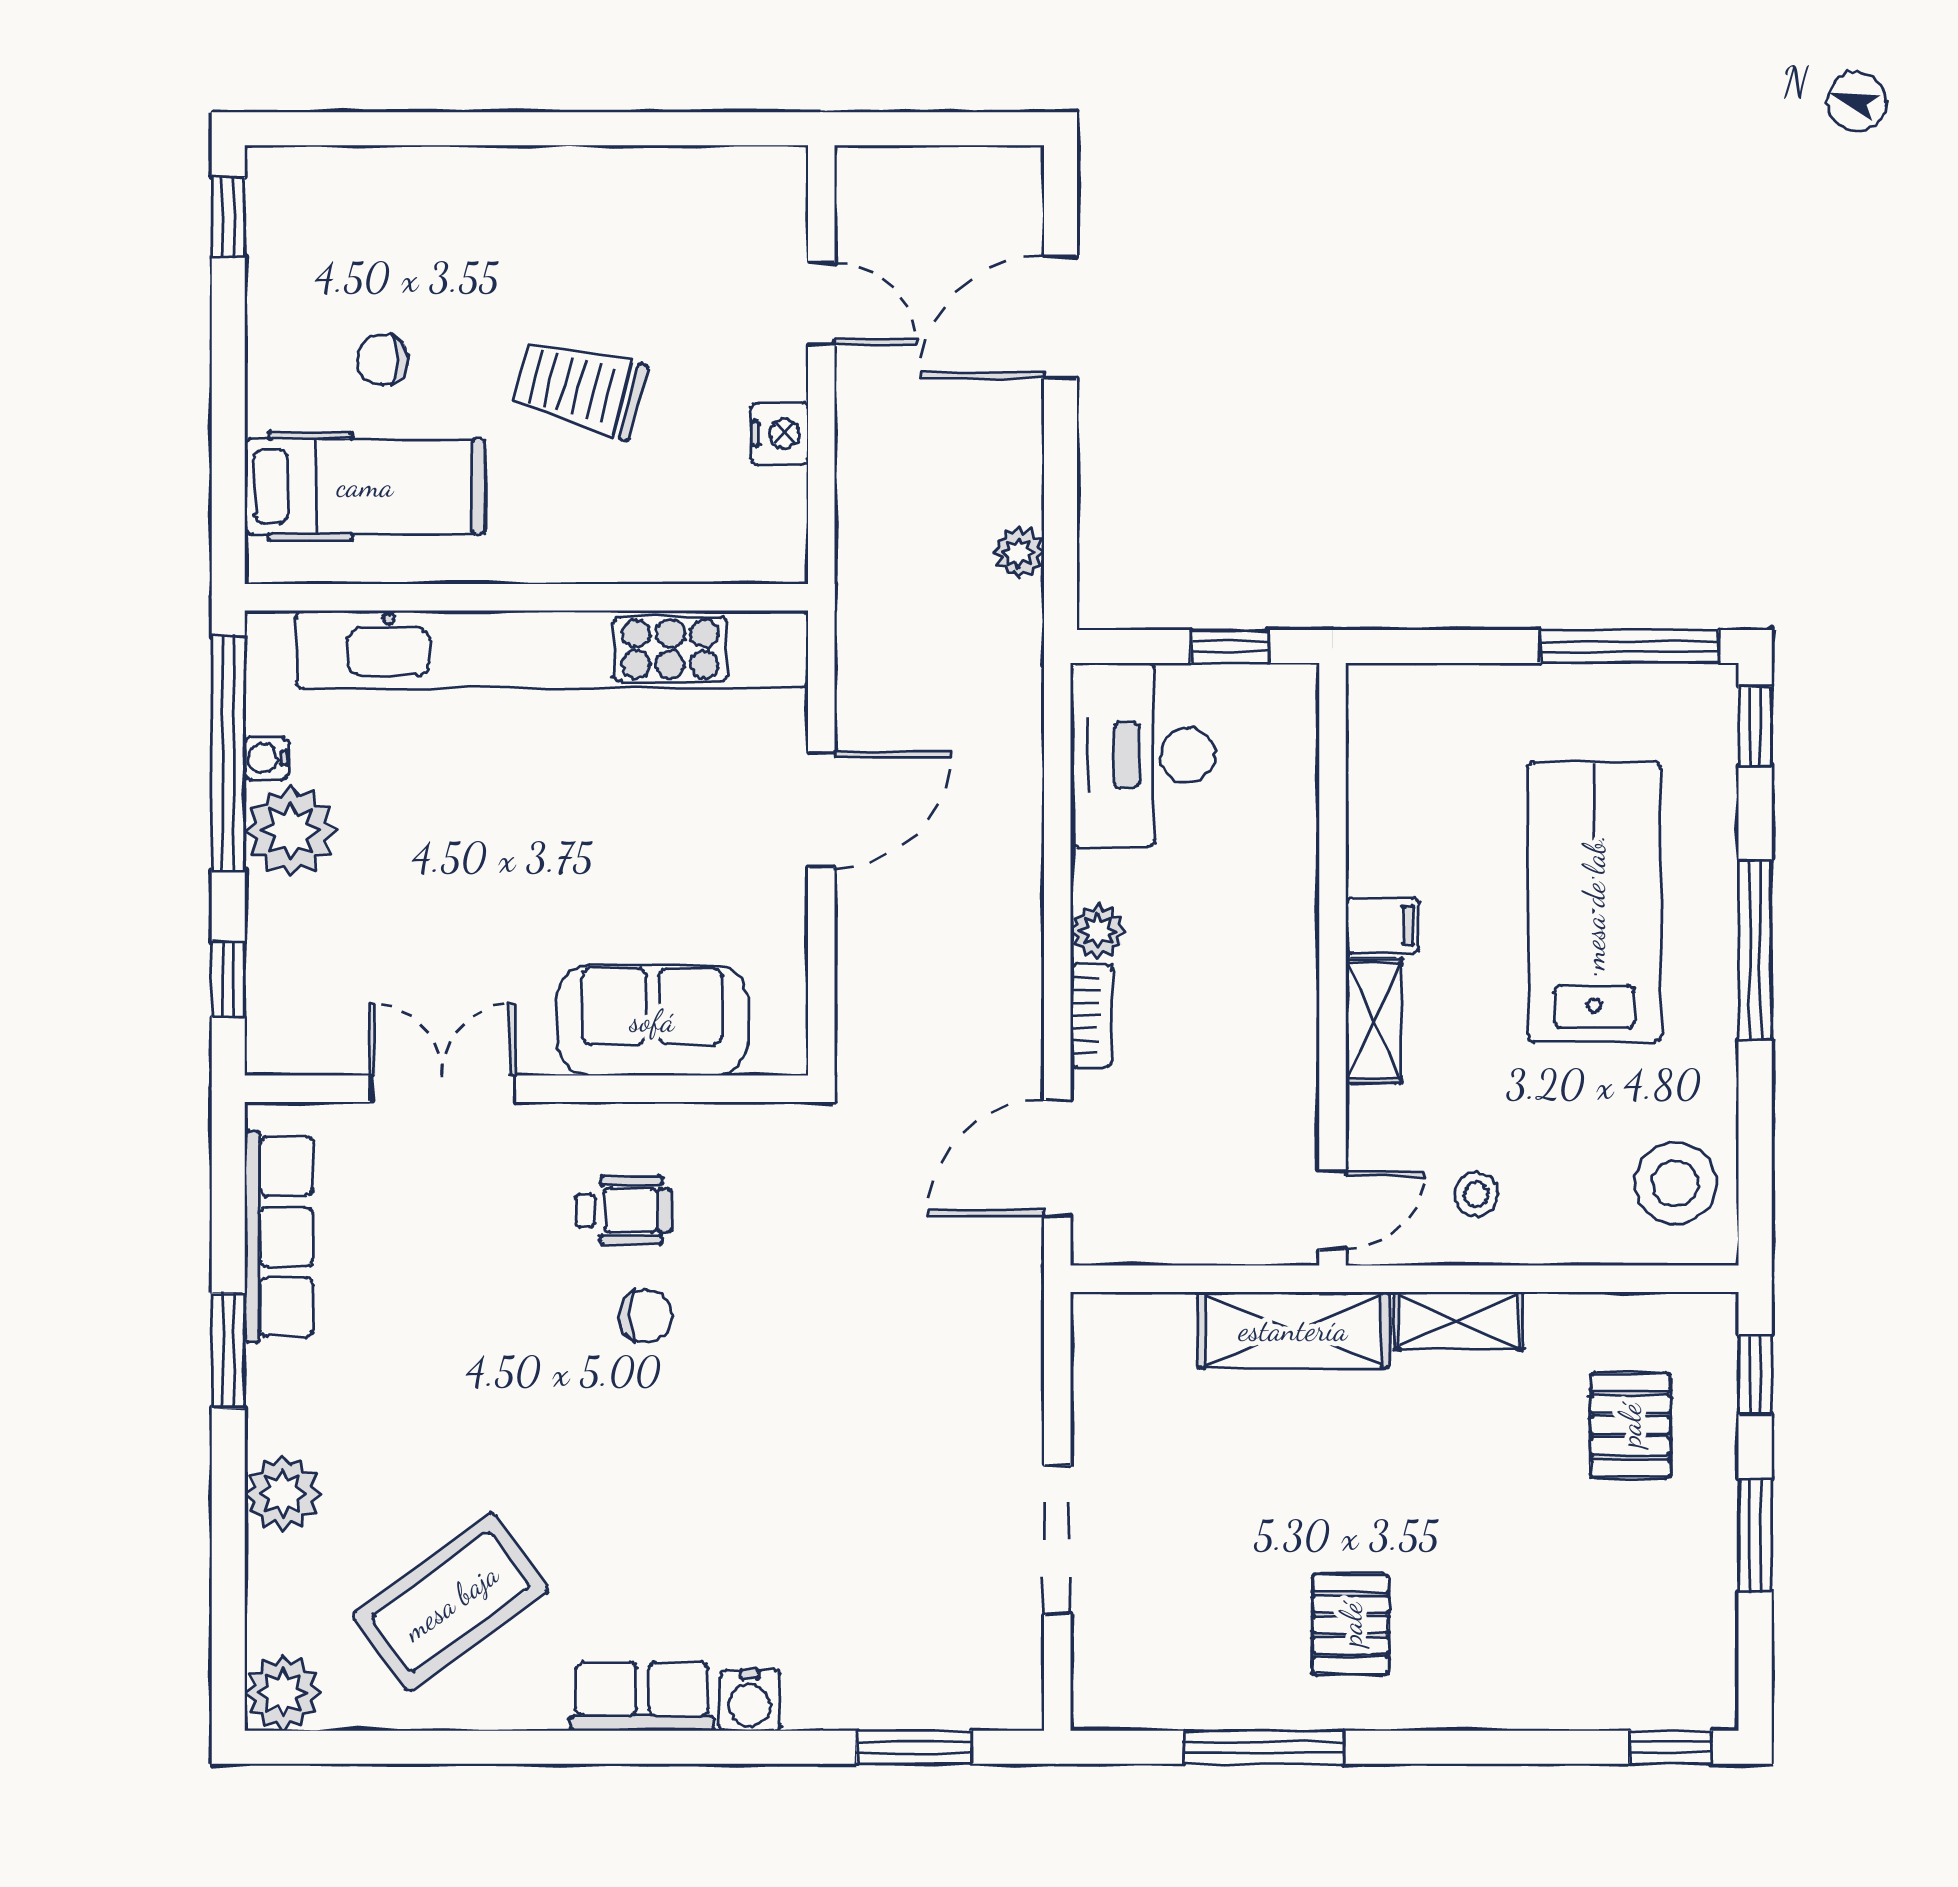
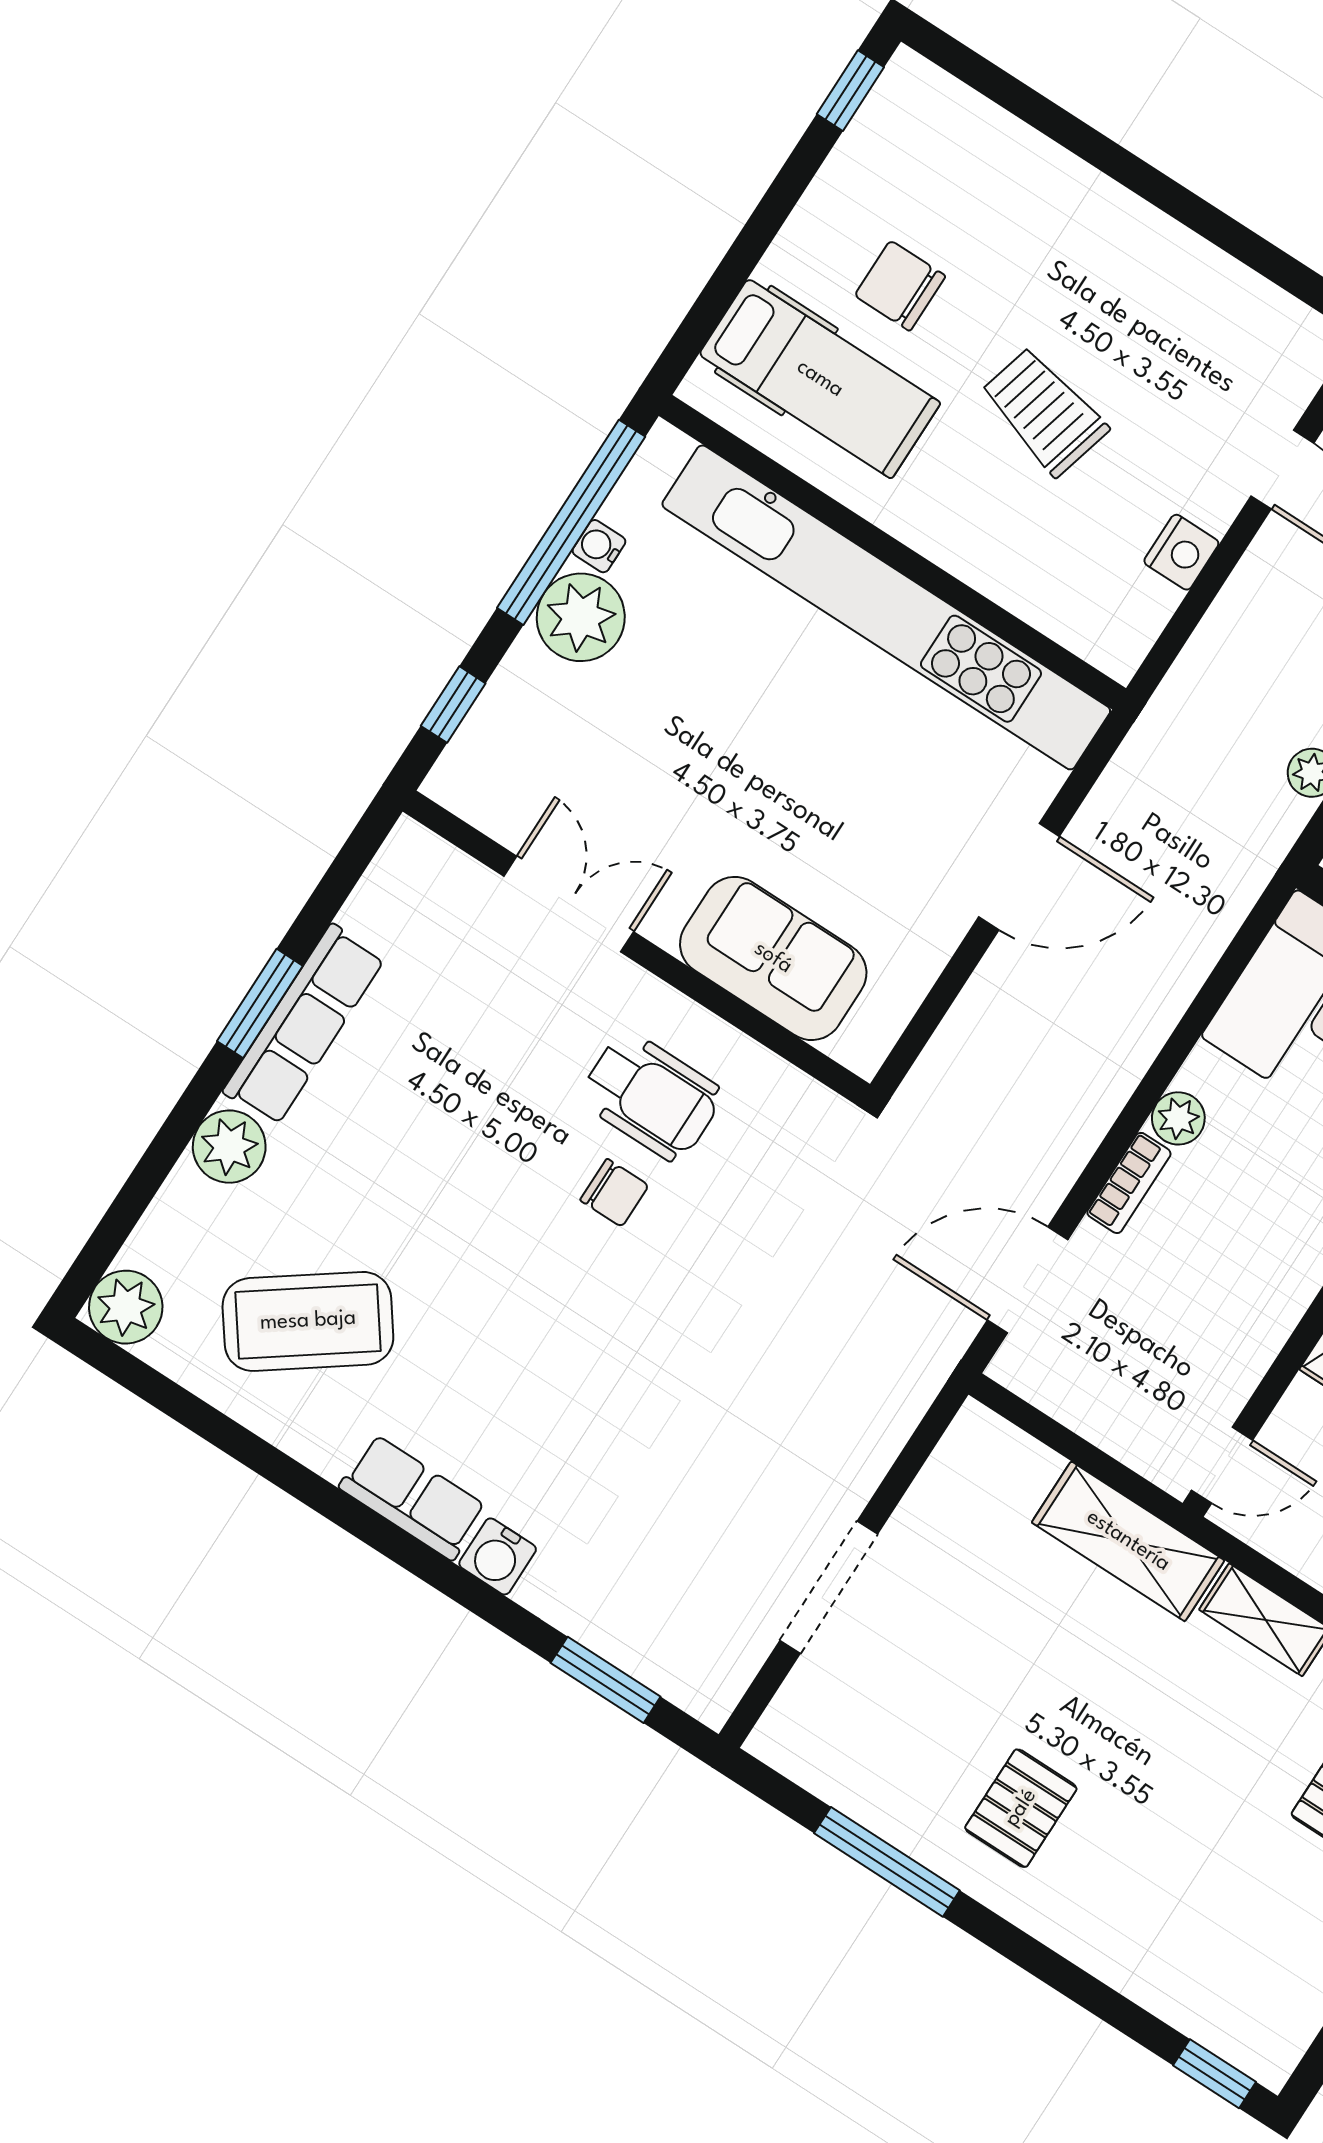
chair: (382, 360) -> (900, 286), width x1.37, depth x1.37
wheelchair: (623, 1210) -> (651, 1096), width x1.36, depth x1.37
row of seats: (279, 1237) -> (304, 1025), moved

